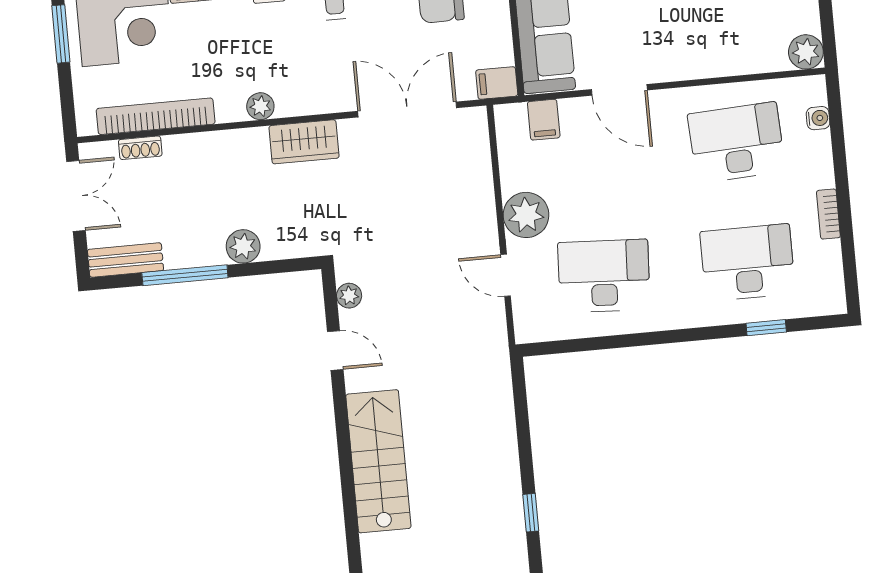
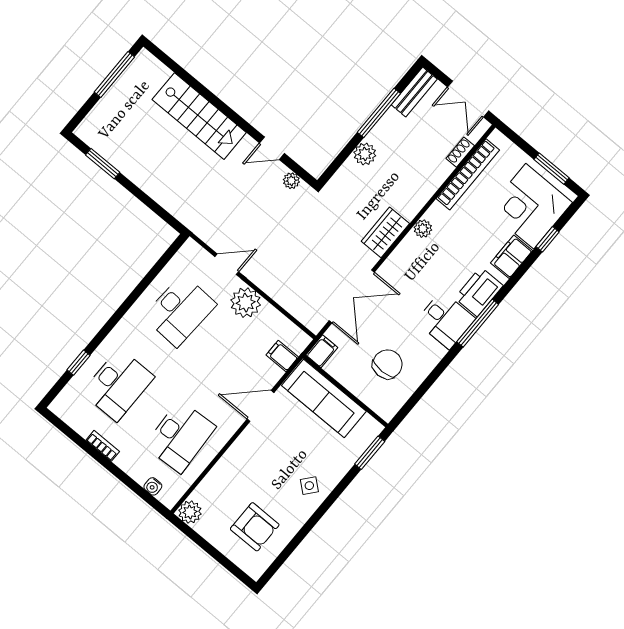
window: (531, 513) -> (103, 164), width x1.50

